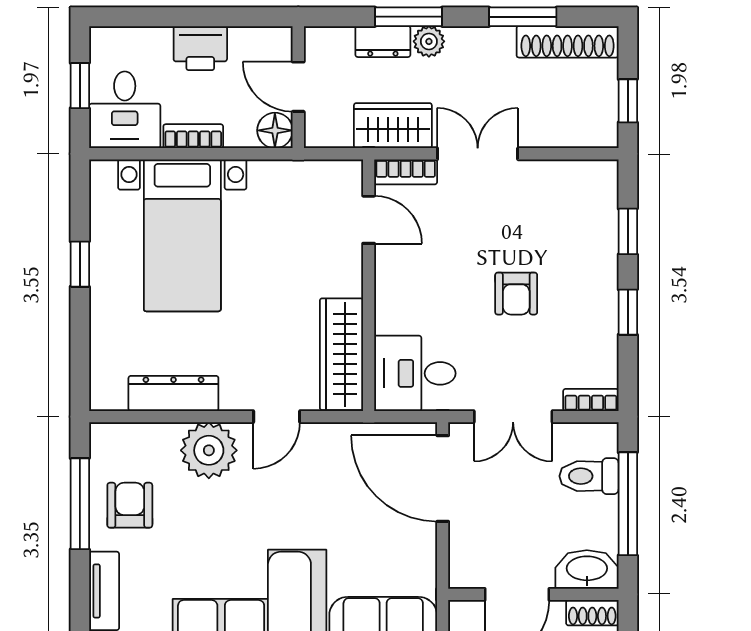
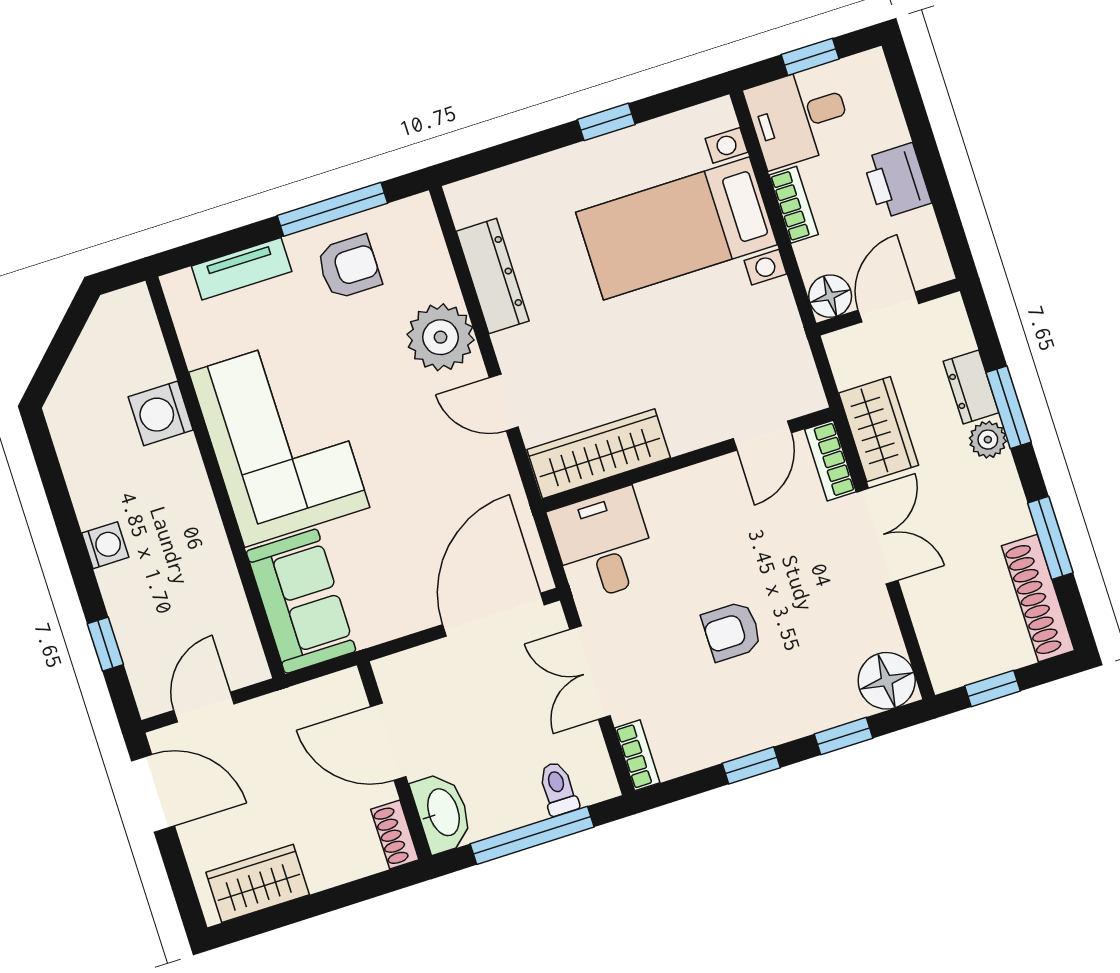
floor lamp: (595, 183) -> (887, 681), added
toilet: (589, 476) -> (558, 789), width x0.73, depth x0.72

